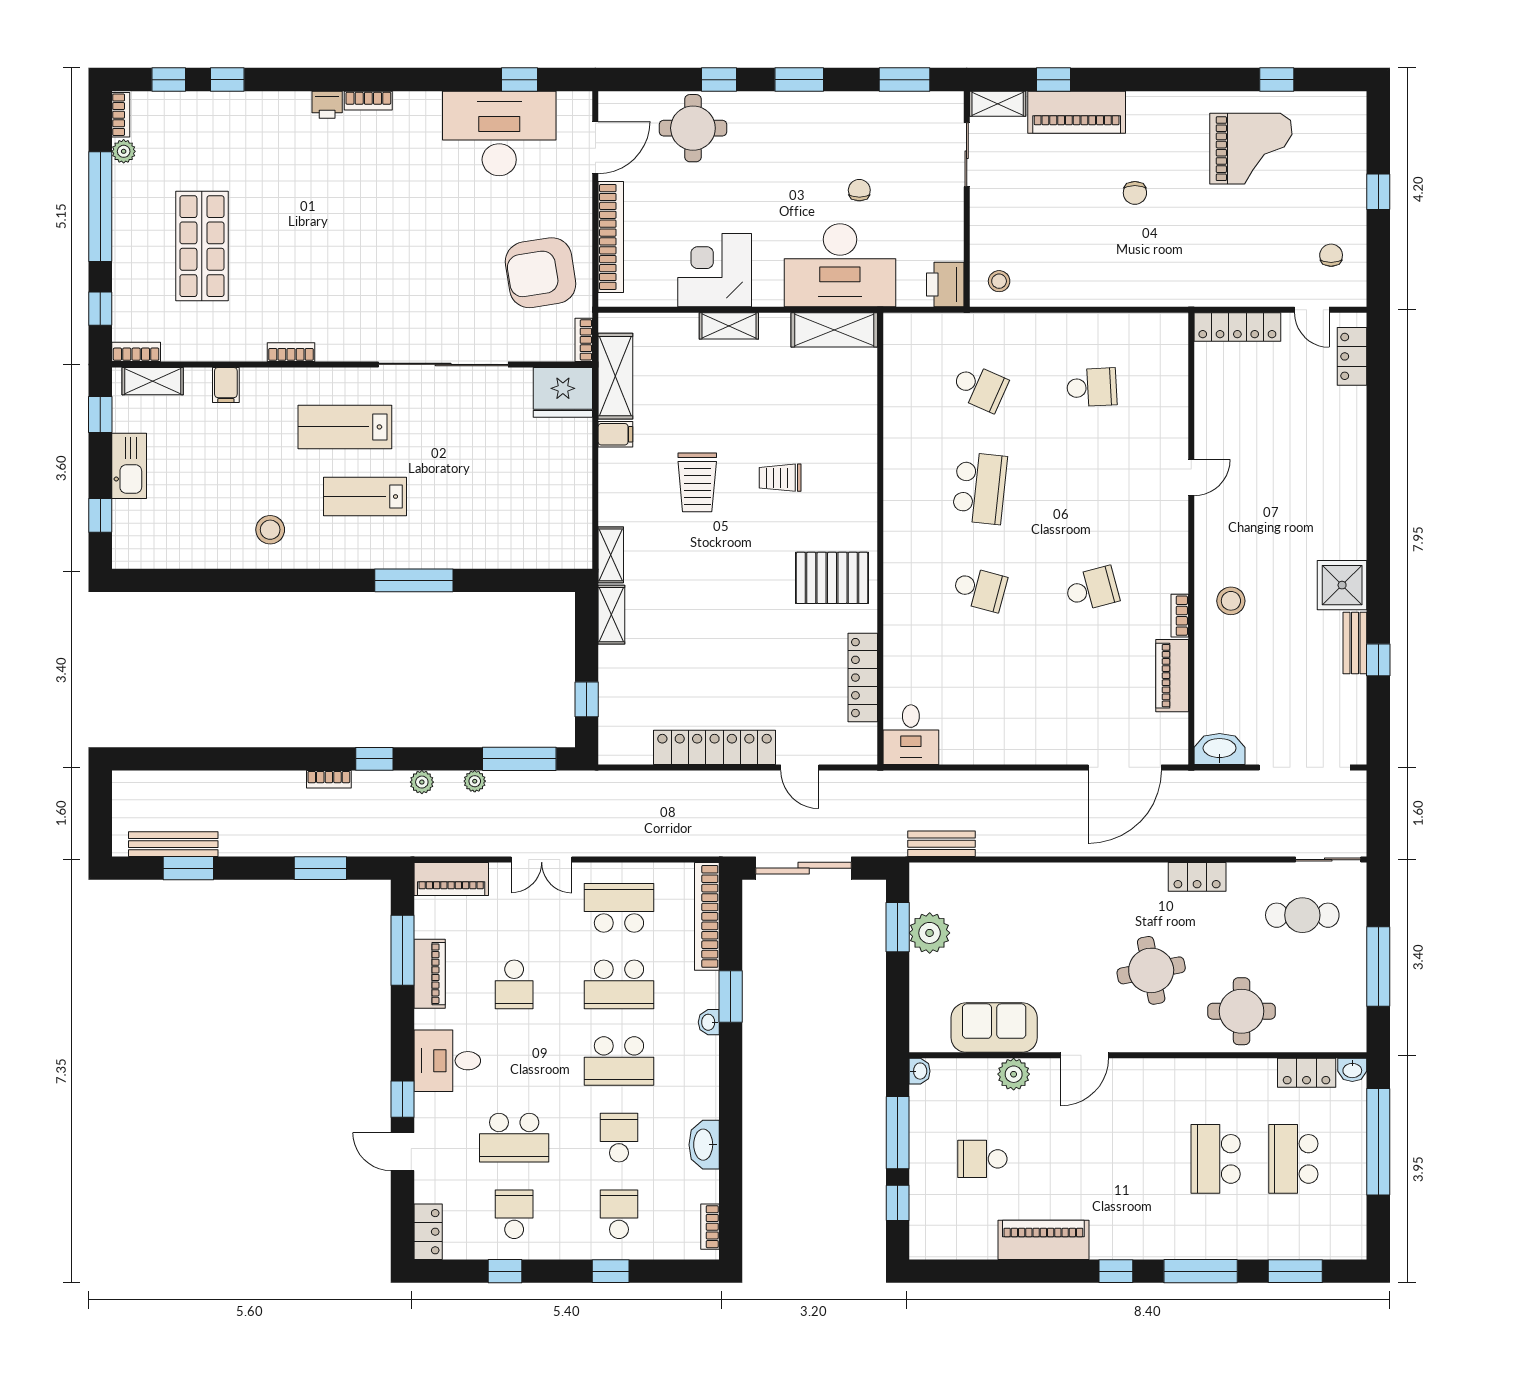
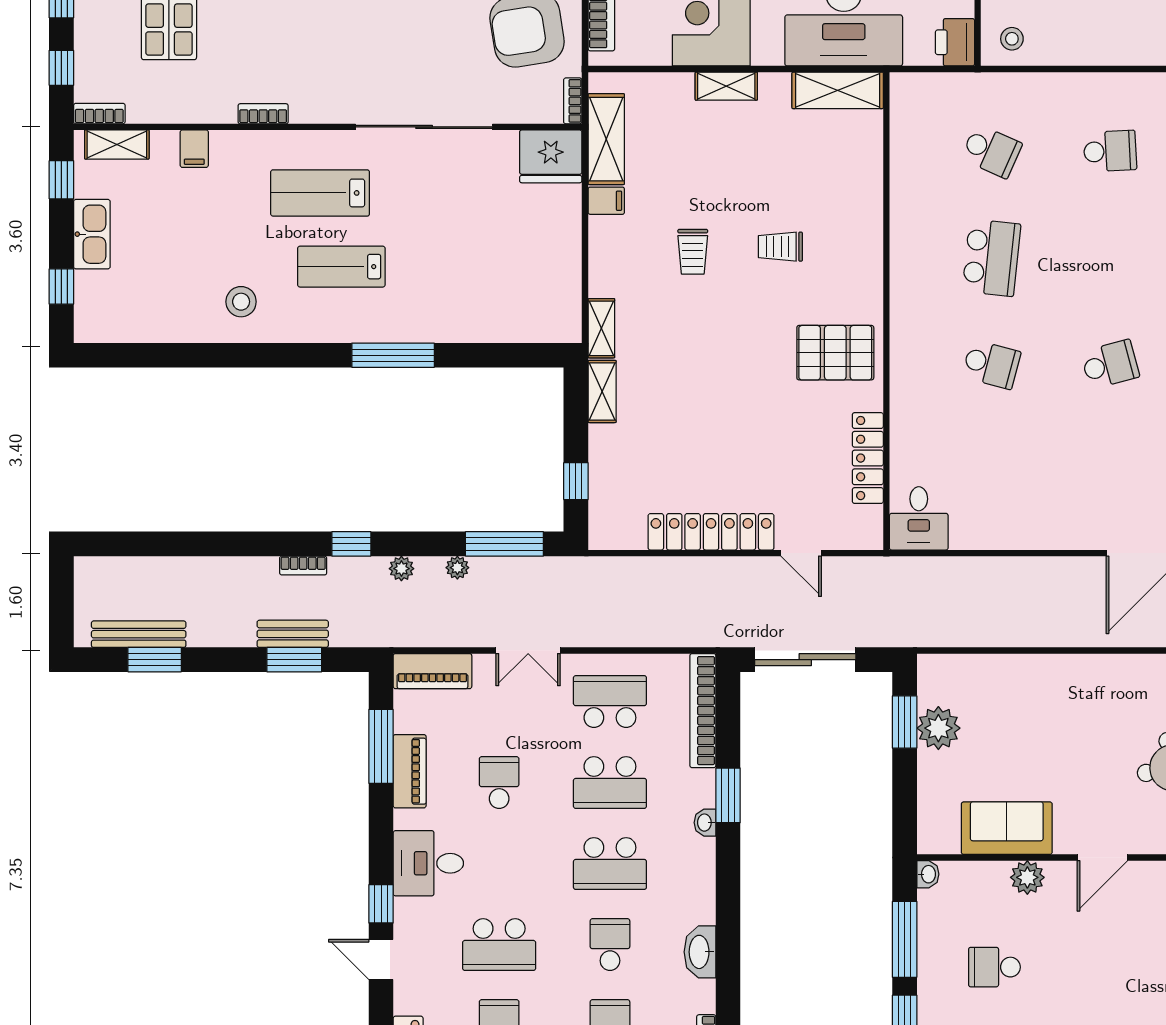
trolley: (697, 482) -> (693, 252), width x0.73, depth x0.72
bench: (941, 844) -> (293, 634), moved
school desk: (514, 984) -> (499, 783), turned 180

